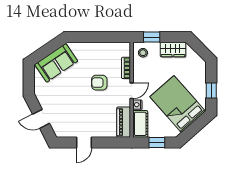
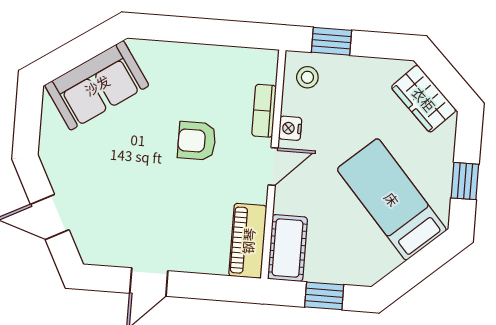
wardrobe: (173, 50) -> (424, 99), moved, turned 45
bed: (178, 104) -> (392, 199), width x0.67
nightstand: (137, 105) -> (290, 128), moved

